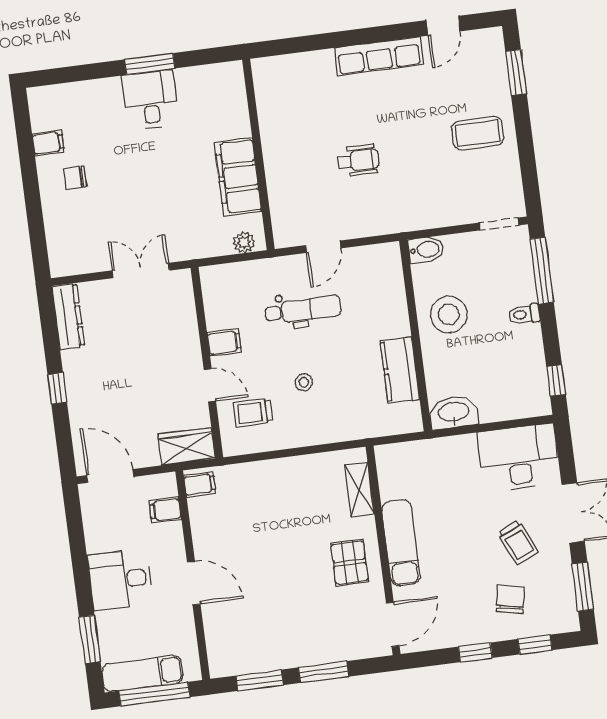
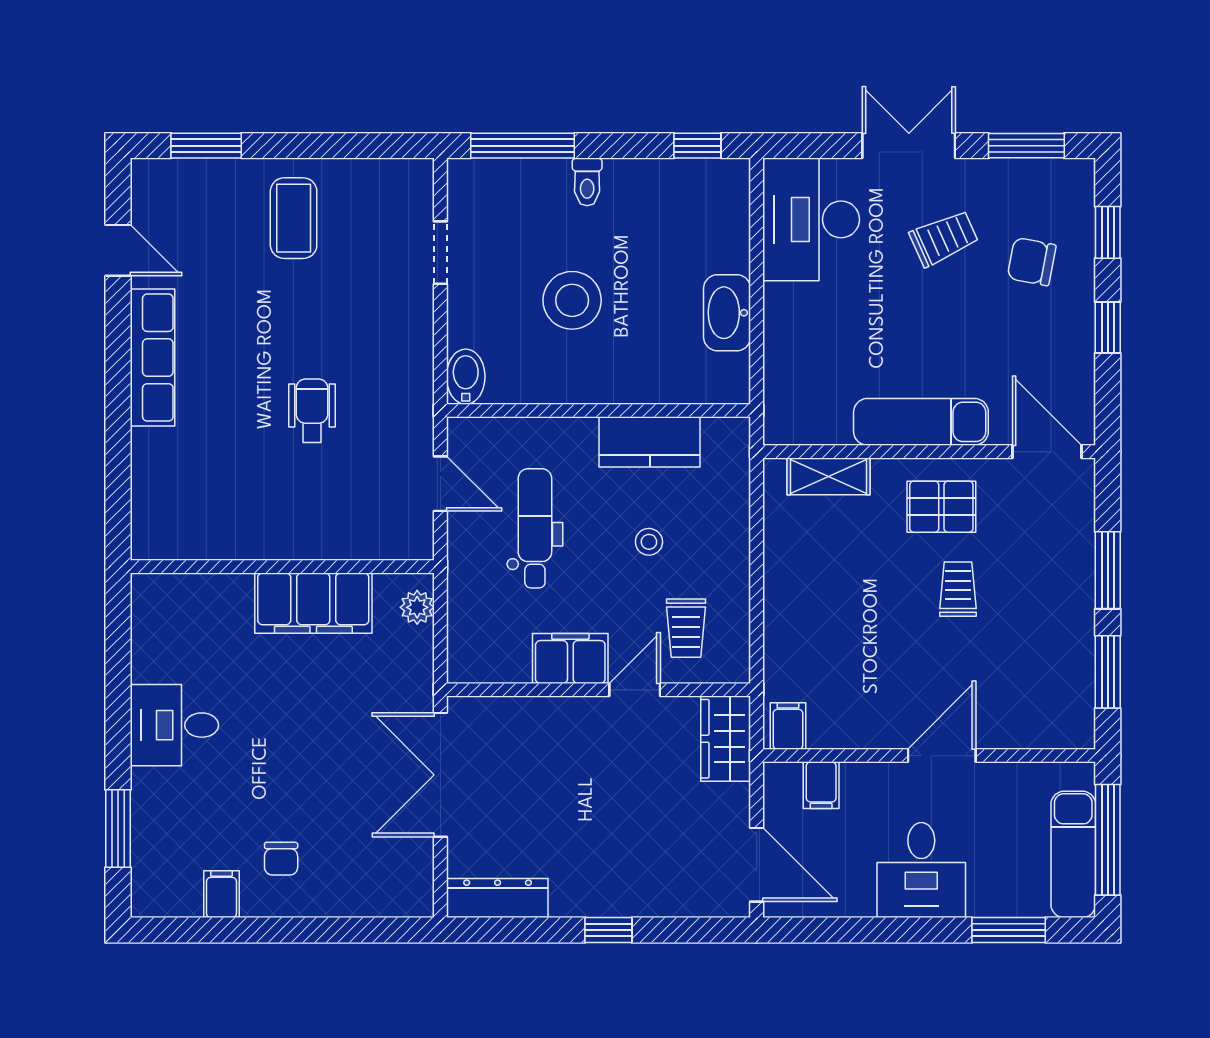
window: (150, 64) -> (118, 828), moved
doorway: (499, 224) -> (440, 253), moved
bidet: (426, 250) -> (466, 377), moved
double door: (141, 270) -> (440, 775), width x1.37
wall: (415, 336) -> (598, 411), moved
filing cabinet: (224, 342) -> (570, 659), width x2.00
kitchen counter: (400, 370) -> (650, 442), moved
door: (110, 476) -> (757, 865), swing flipped
trolley: (299, 580) -> (958, 589), added

